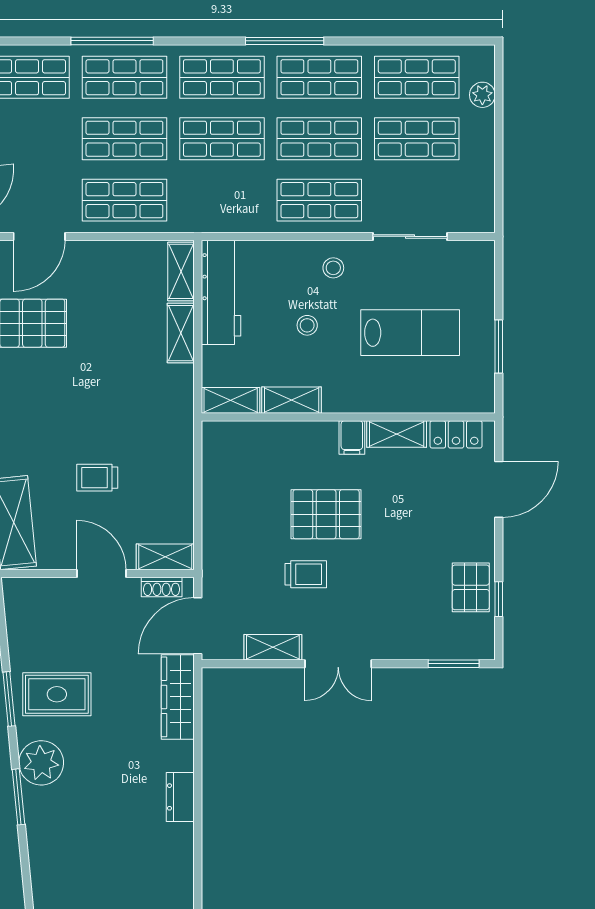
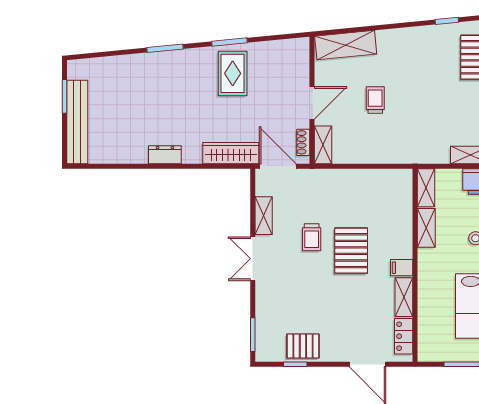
plant: (41, 763) -> (187, 63), removed

